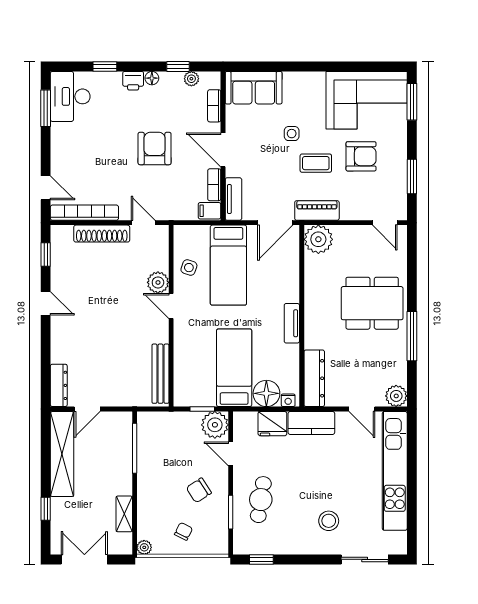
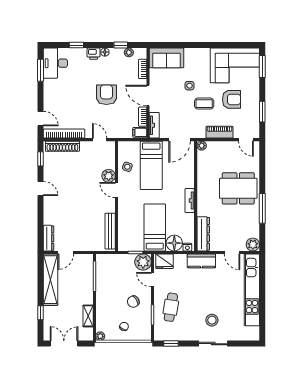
piano: (317, 210) -> (220, 132), moved
shoe rack: (102, 234) -> (62, 146), moved
plant: (318, 239) -> (202, 146), width x0.53, depth x0.53
fridge: (272, 424) -> (164, 261), moved
sliding door: (365, 559) -> (213, 344), moved

